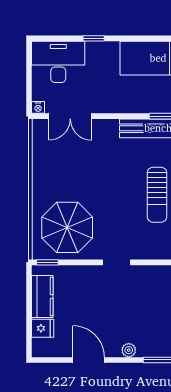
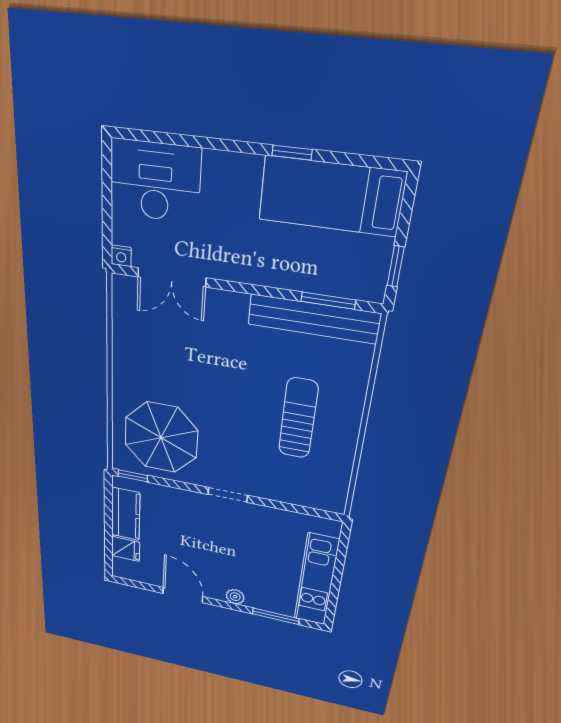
window: (94, 38) -> (292, 153), moved
sun lounger: (157, 195) -> (298, 418), turned 180

